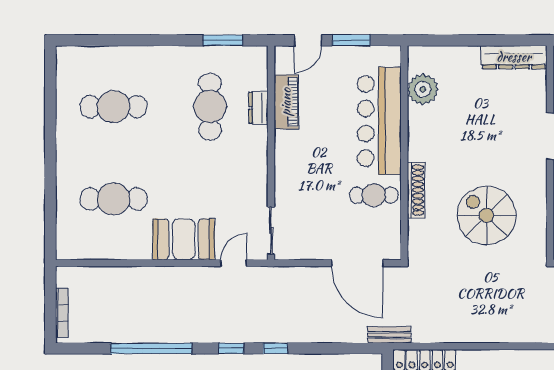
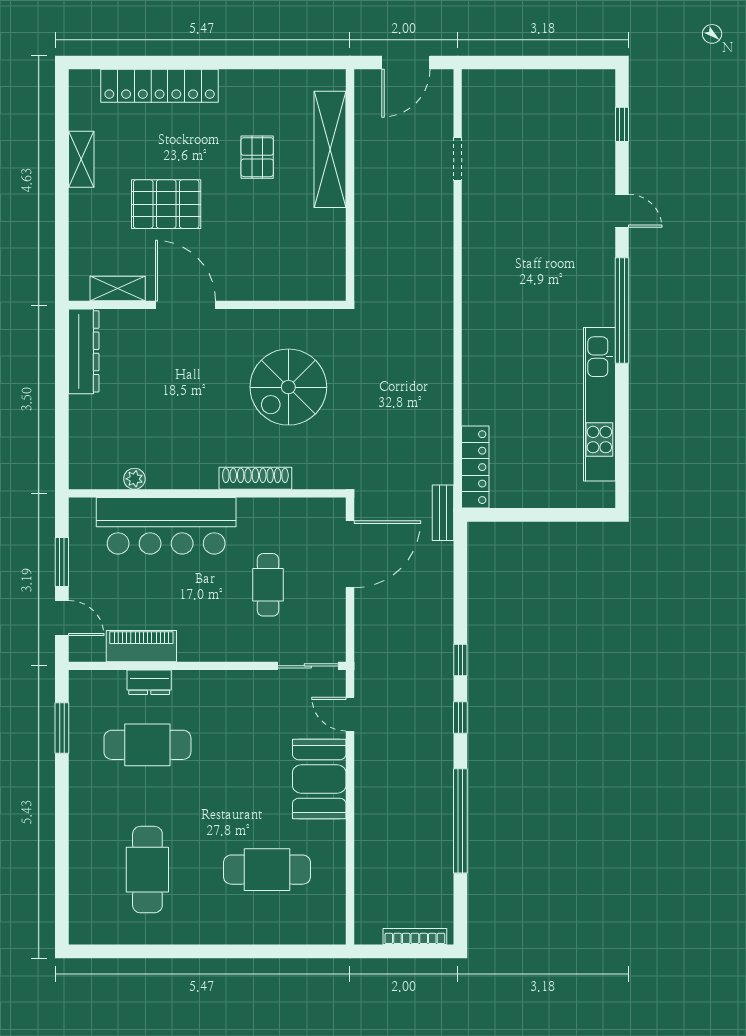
plant: (423, 89) -> (134, 479), width x0.53, depth x0.53
cafe table: (374, 195) -> (268, 585), moved
cafe table: (114, 199) -> (267, 870), turned 90

